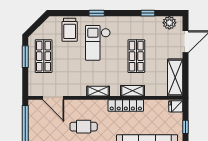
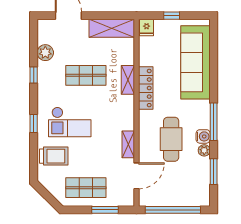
window: (148, 13) -> (34, 75), moved
plant: (169, 23) -> (45, 53), moved
window: (25, 57) -> (105, 210), moved
shelving: (98, 91) -> (128, 144), moved
cafe table: (84, 127) -> (171, 139), width x1.37, depth x1.35

